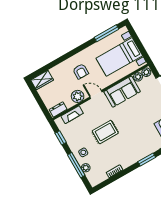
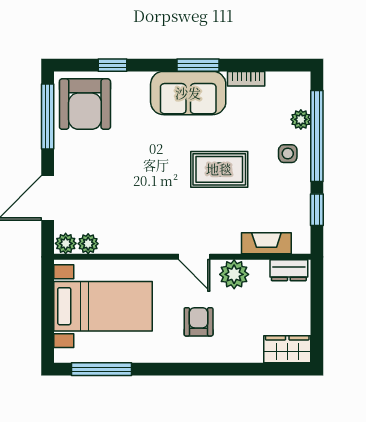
sofa: (122, 92) -> (188, 93), moved, turned 180
window: (147, 159) -> (198, 65), moved
window: (76, 165) -> (317, 136), width x1.46

